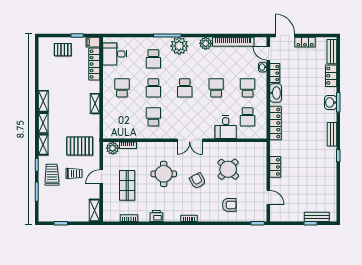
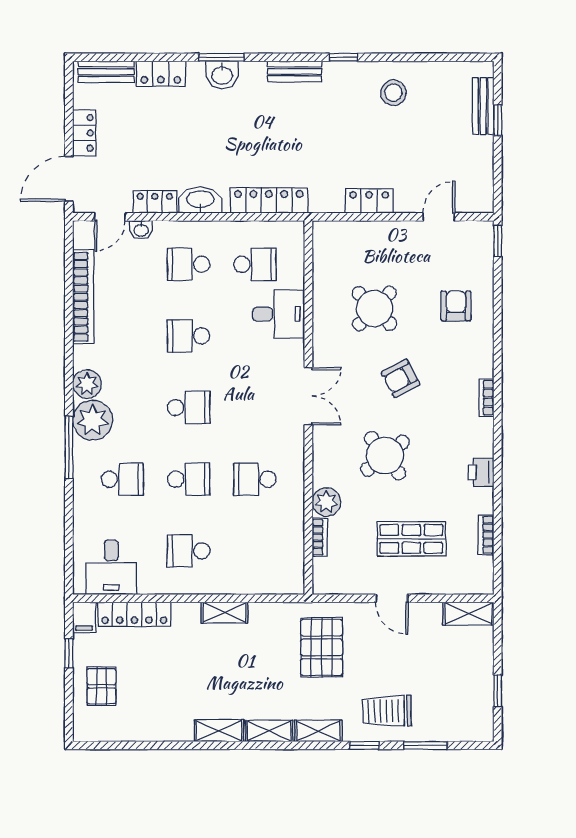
plant: (206, 43) -> (87, 384), moved
plant: (113, 148) -> (326, 502), moved
trolley: (74, 173) -> (384, 660), removed
round table: (164, 174) -> (385, 456), turned -38
stool: (323, 178) -> (393, 93), added

